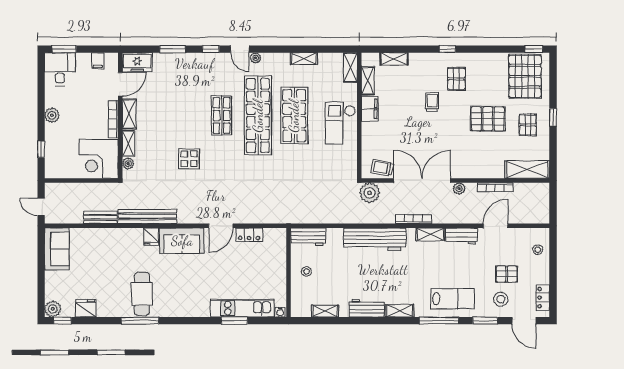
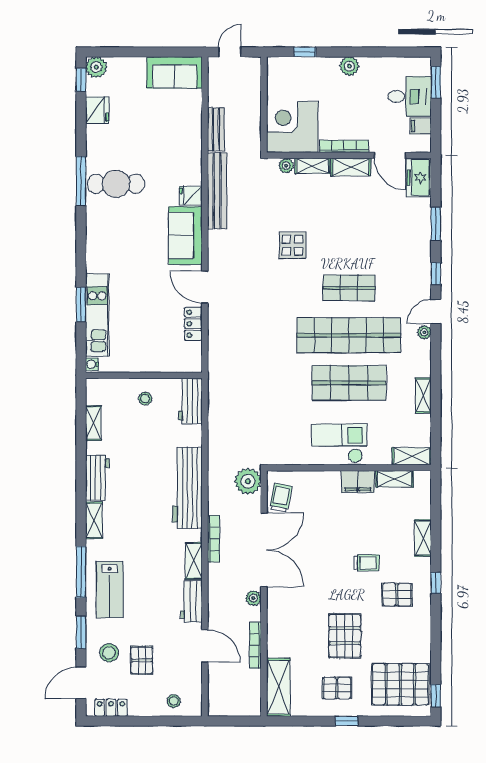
shelving: (394, 59) -> (423, 538), moved
desk: (60, 69) -> (410, 96), moved

